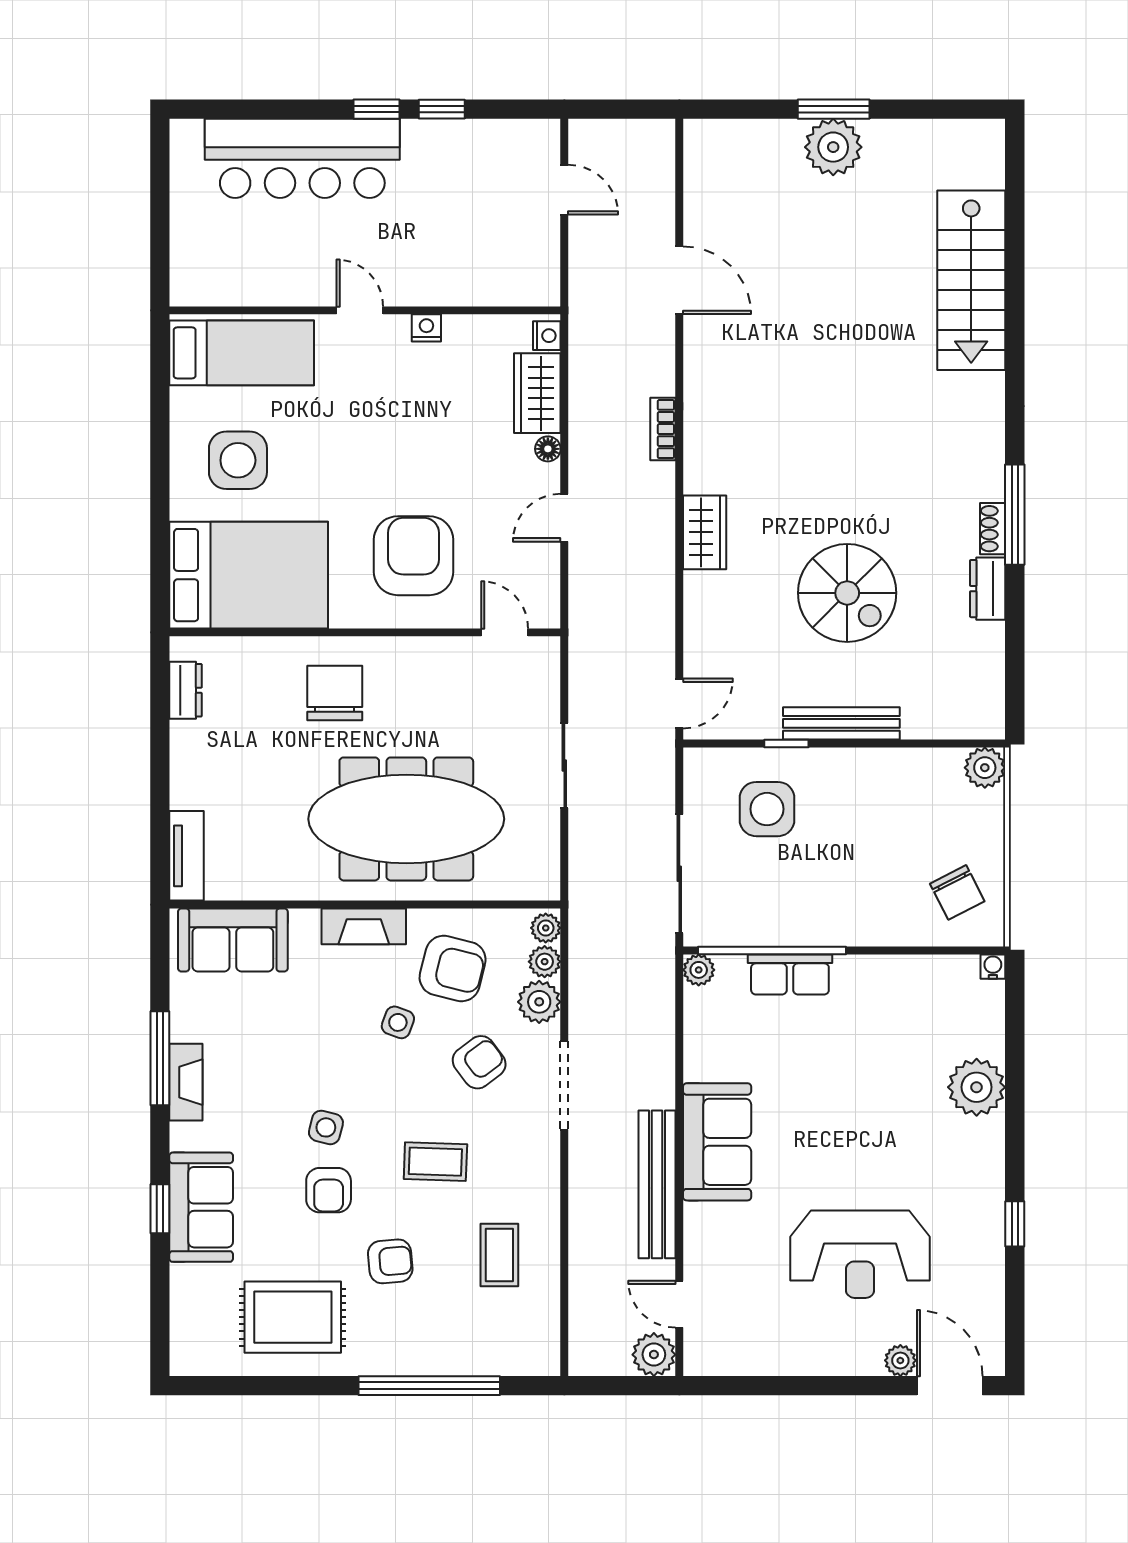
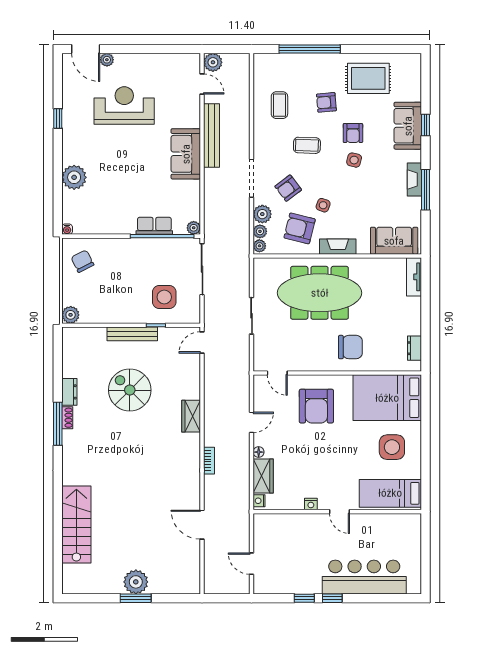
chair: (335, 693) -> (350, 347), turned -90
armchair: (329, 1190) -> (353, 133), turned 180

